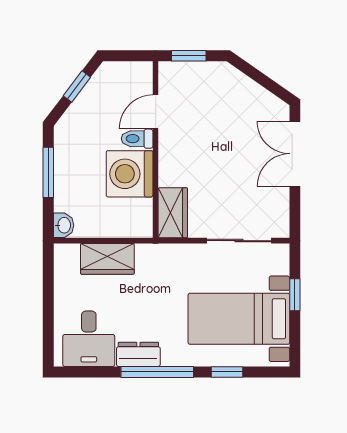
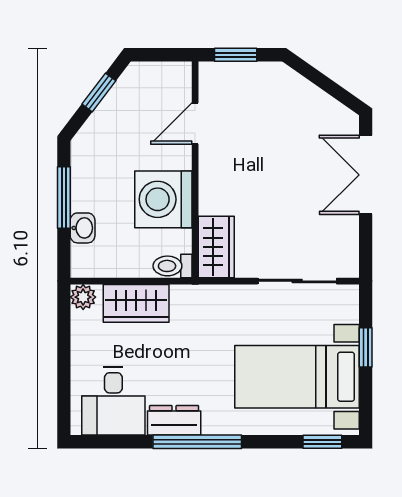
toilet: (137, 139) -> (172, 266), moved
washbasin: (64, 225) -> (83, 228), moved
plant: (64, 254) -> (83, 297), added
window: (227, 372) -> (322, 442), moved

